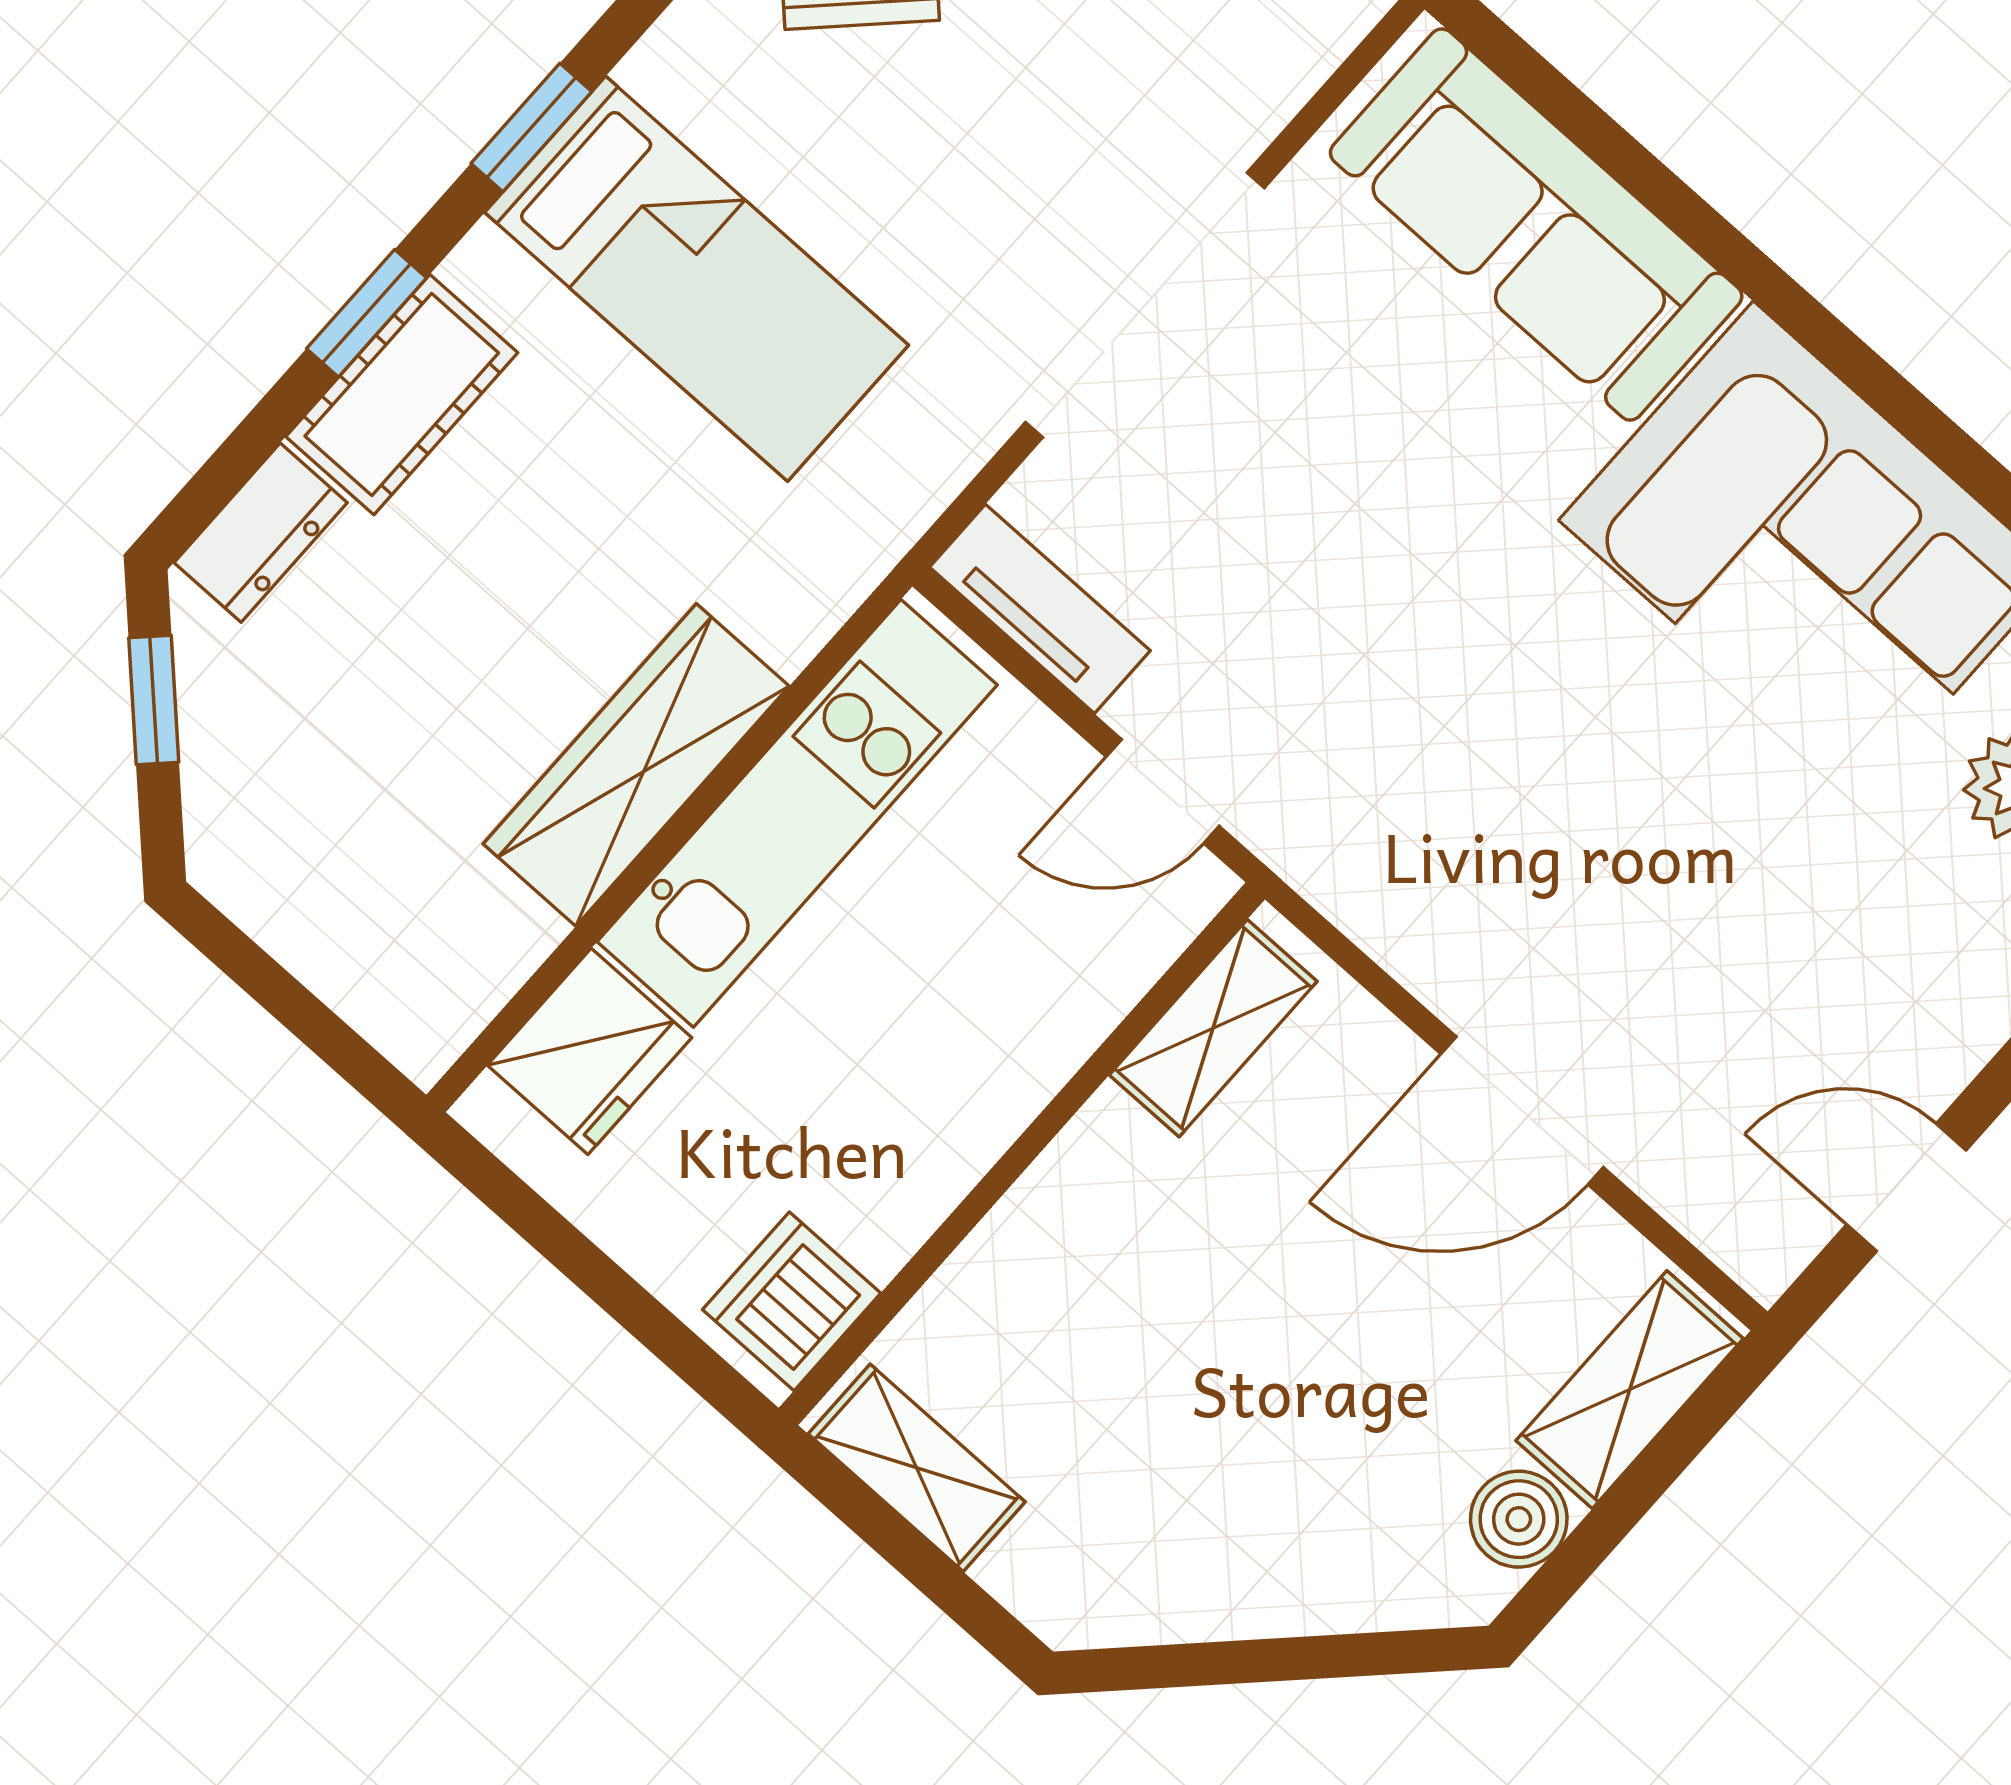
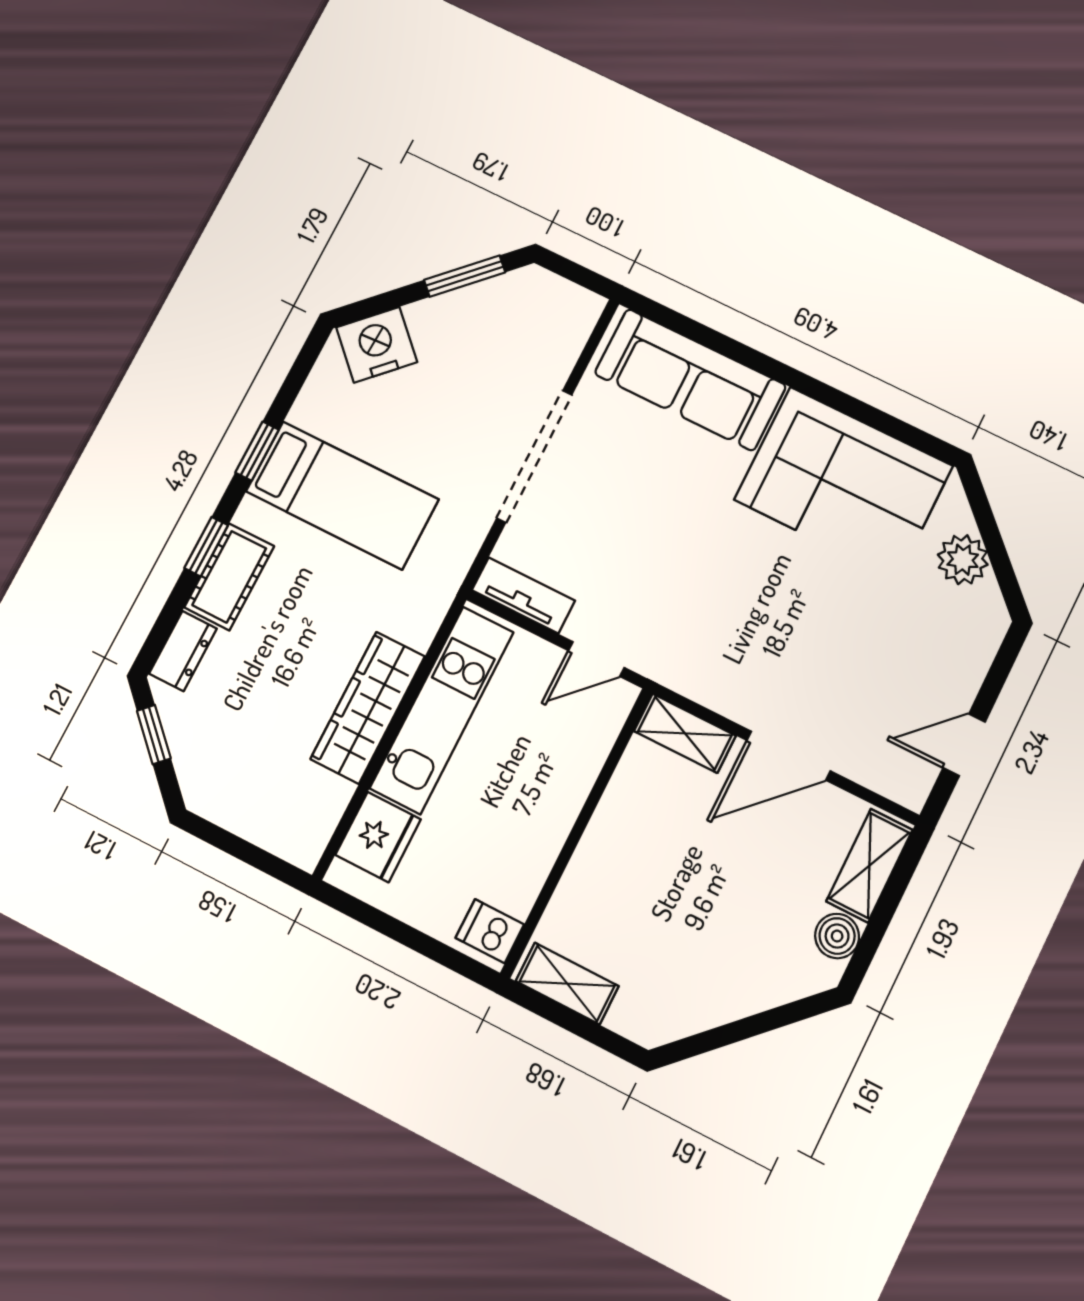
shelving: (1213, 1028) -> (685, 733), moved, turned 90
dishwasher: (792, 1301) -> (490, 931), width x0.73

